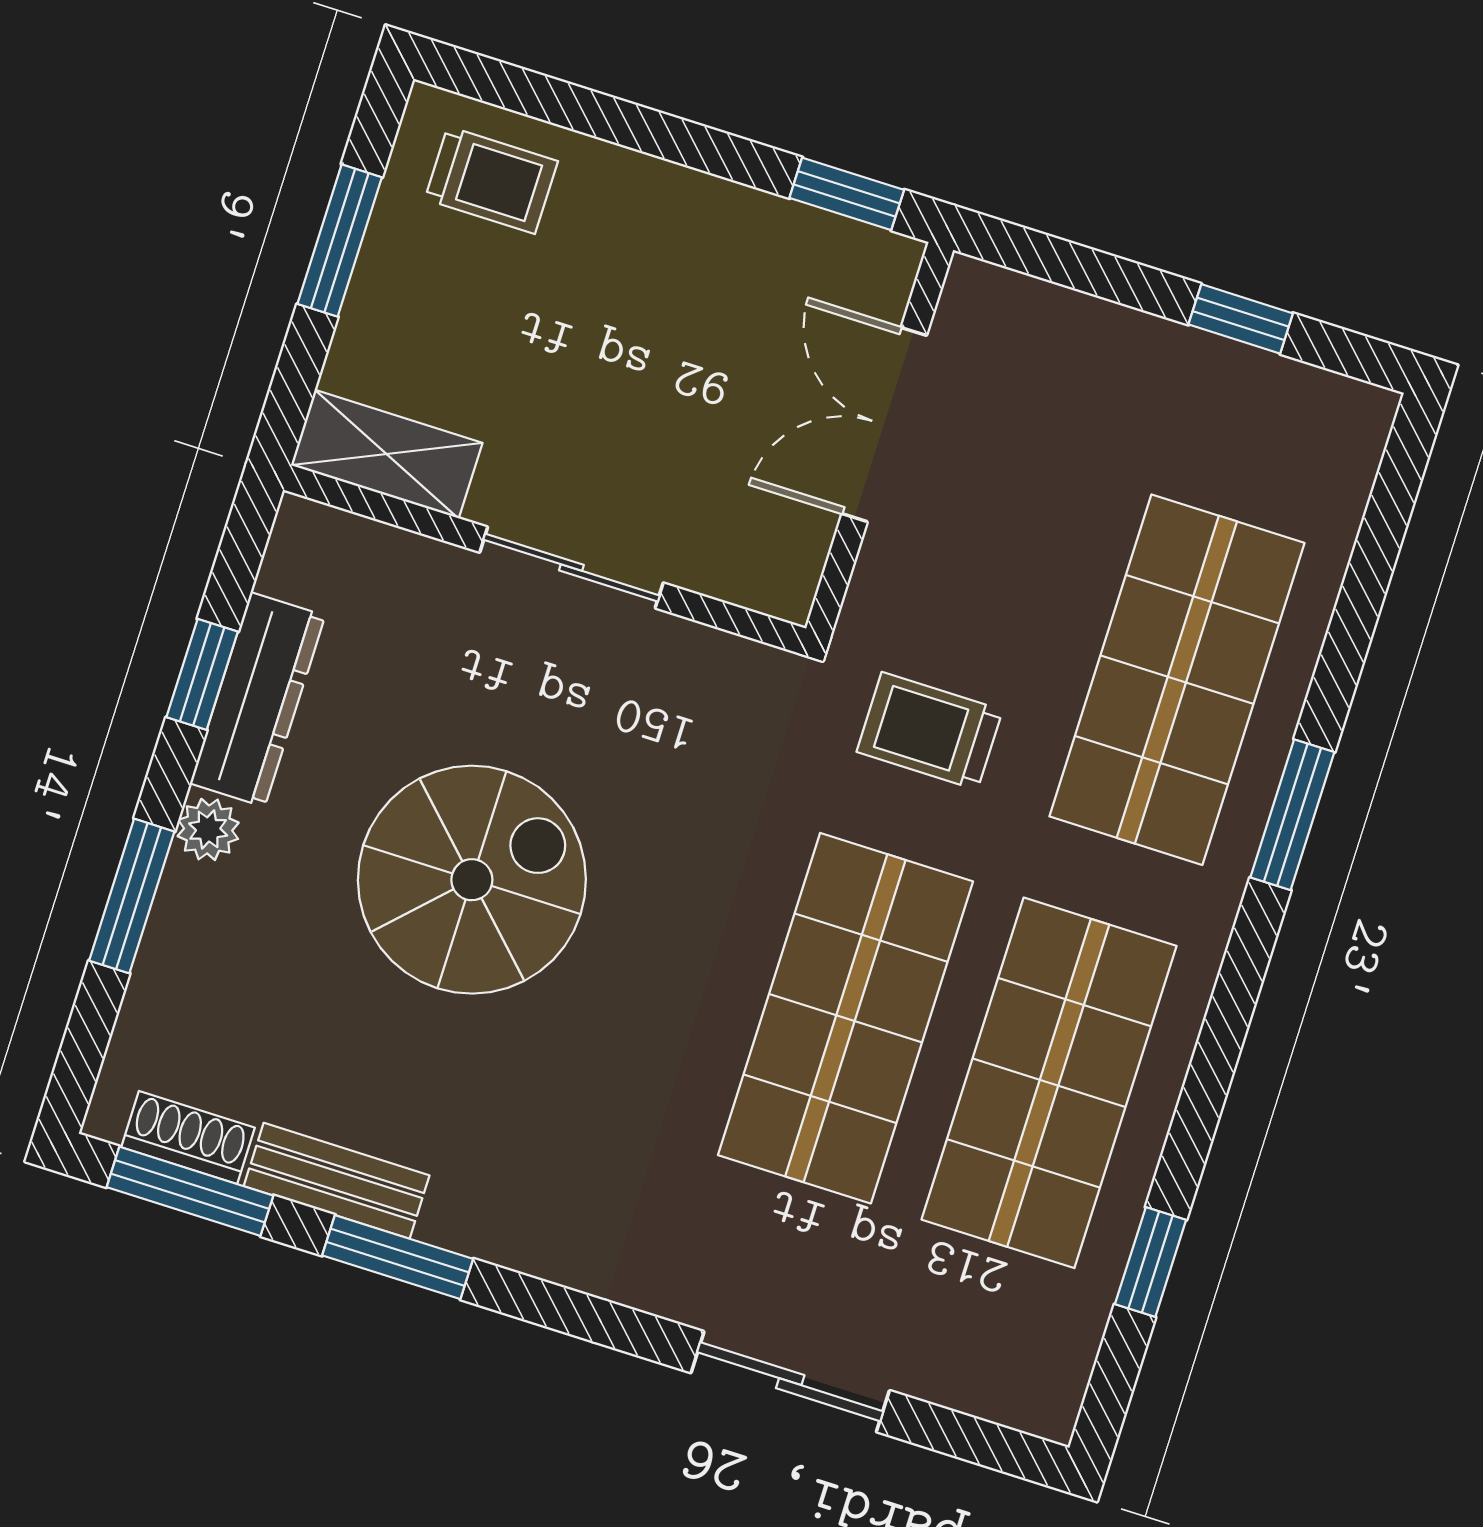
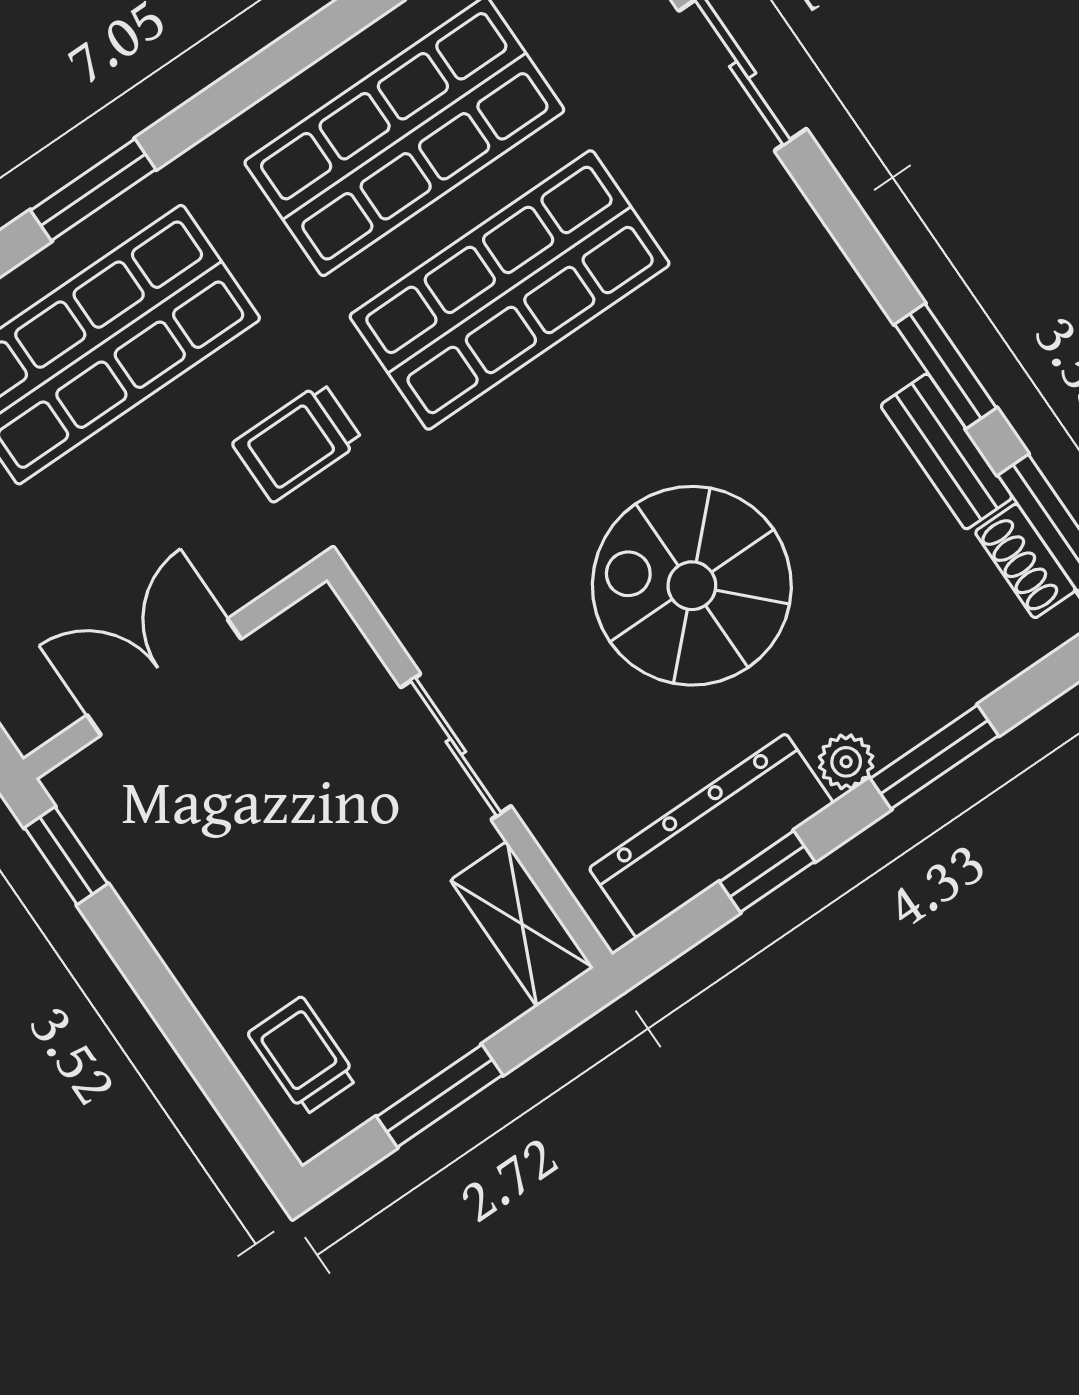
double door: (884, 425) -> (164, 677), swing flipped
dresser: (258, 700) -> (711, 836), width x1.37, depth x1.24
trolley: (930, 731) -> (298, 442), turned 90

